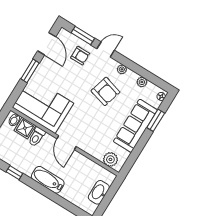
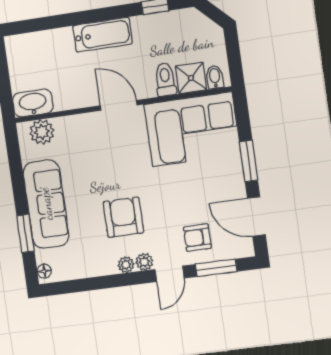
plant: (142, 82) -> (144, 262), moved
armchair: (105, 91) -> (123, 217), turned 74
washbasin: (99, 192) -> (33, 103), moved, turned -90

